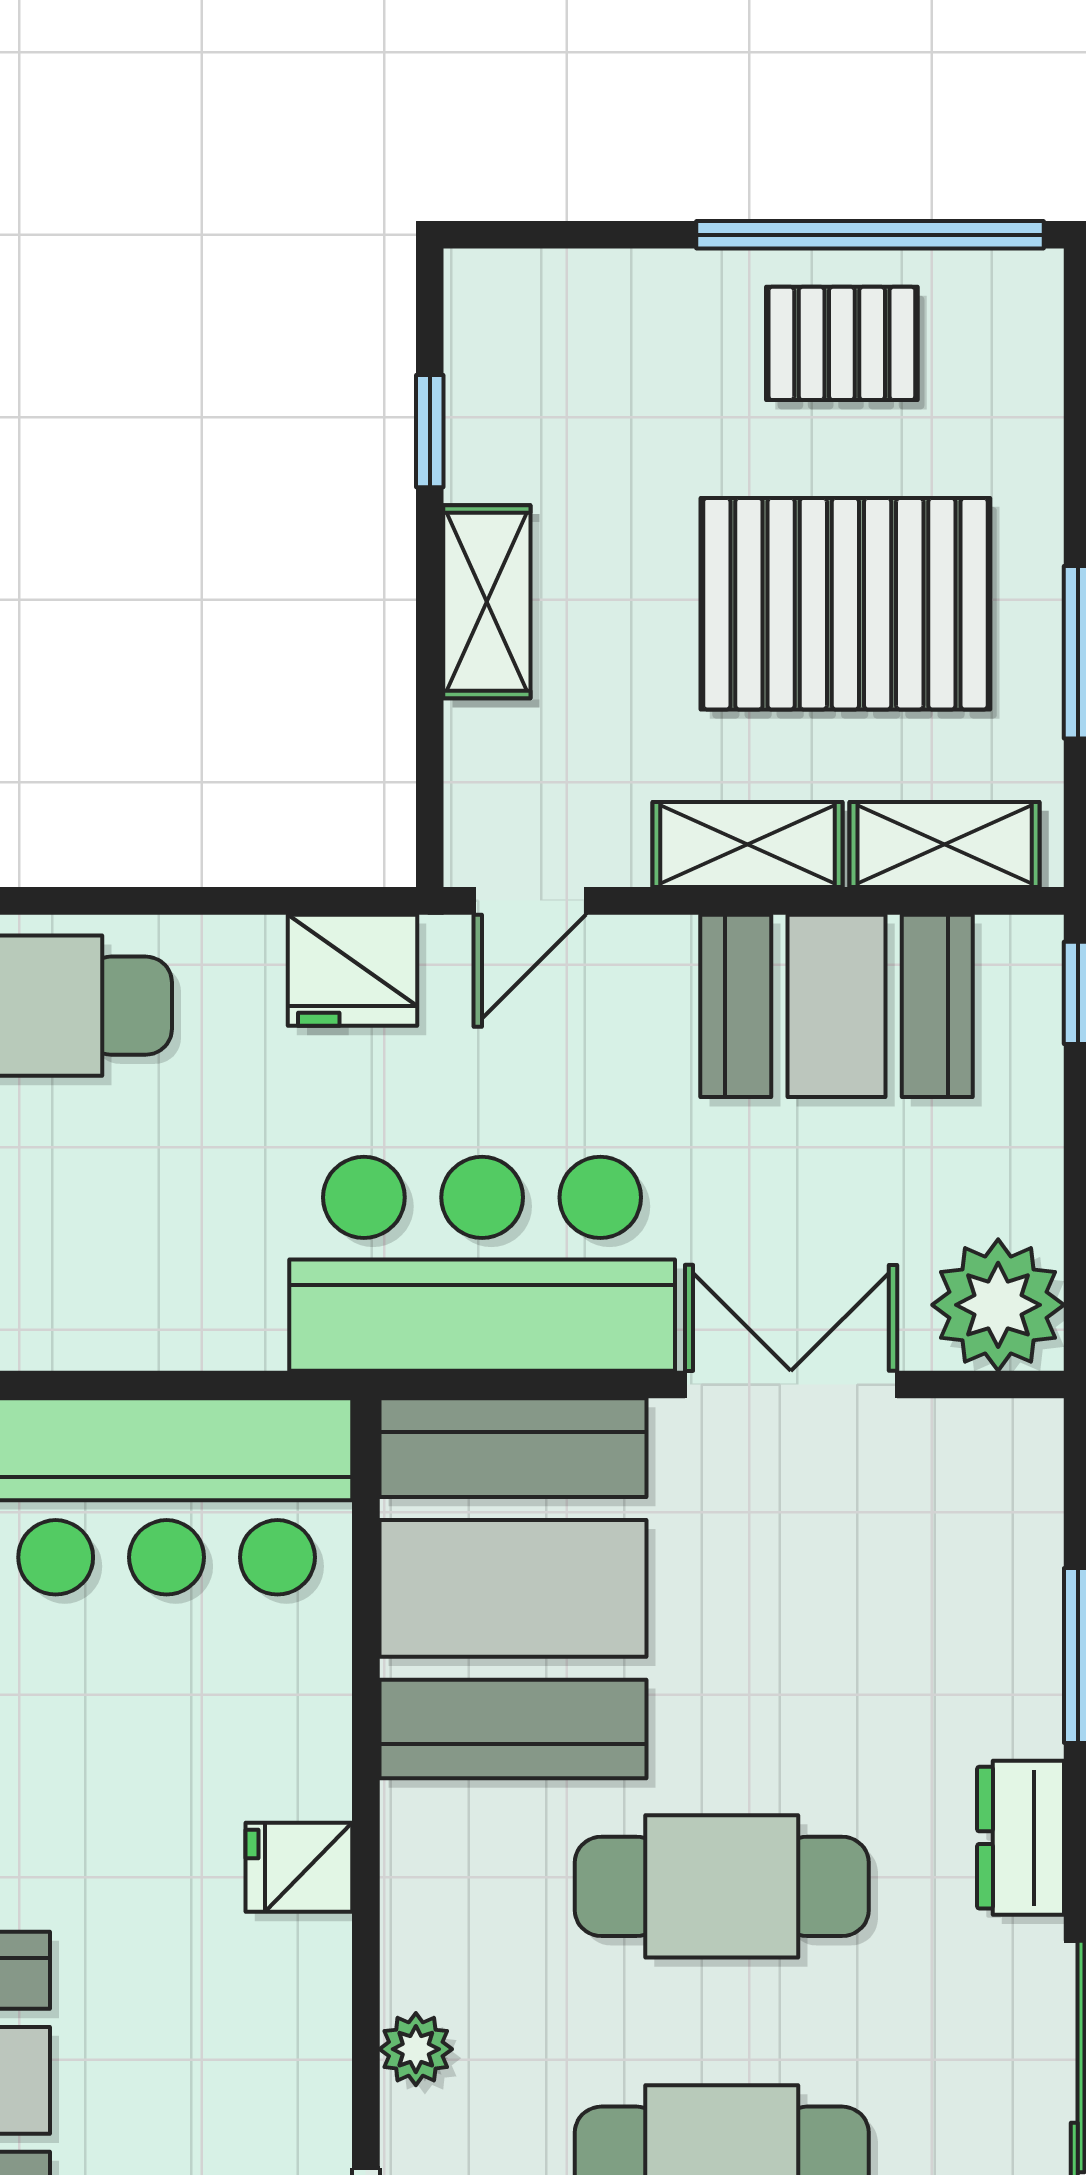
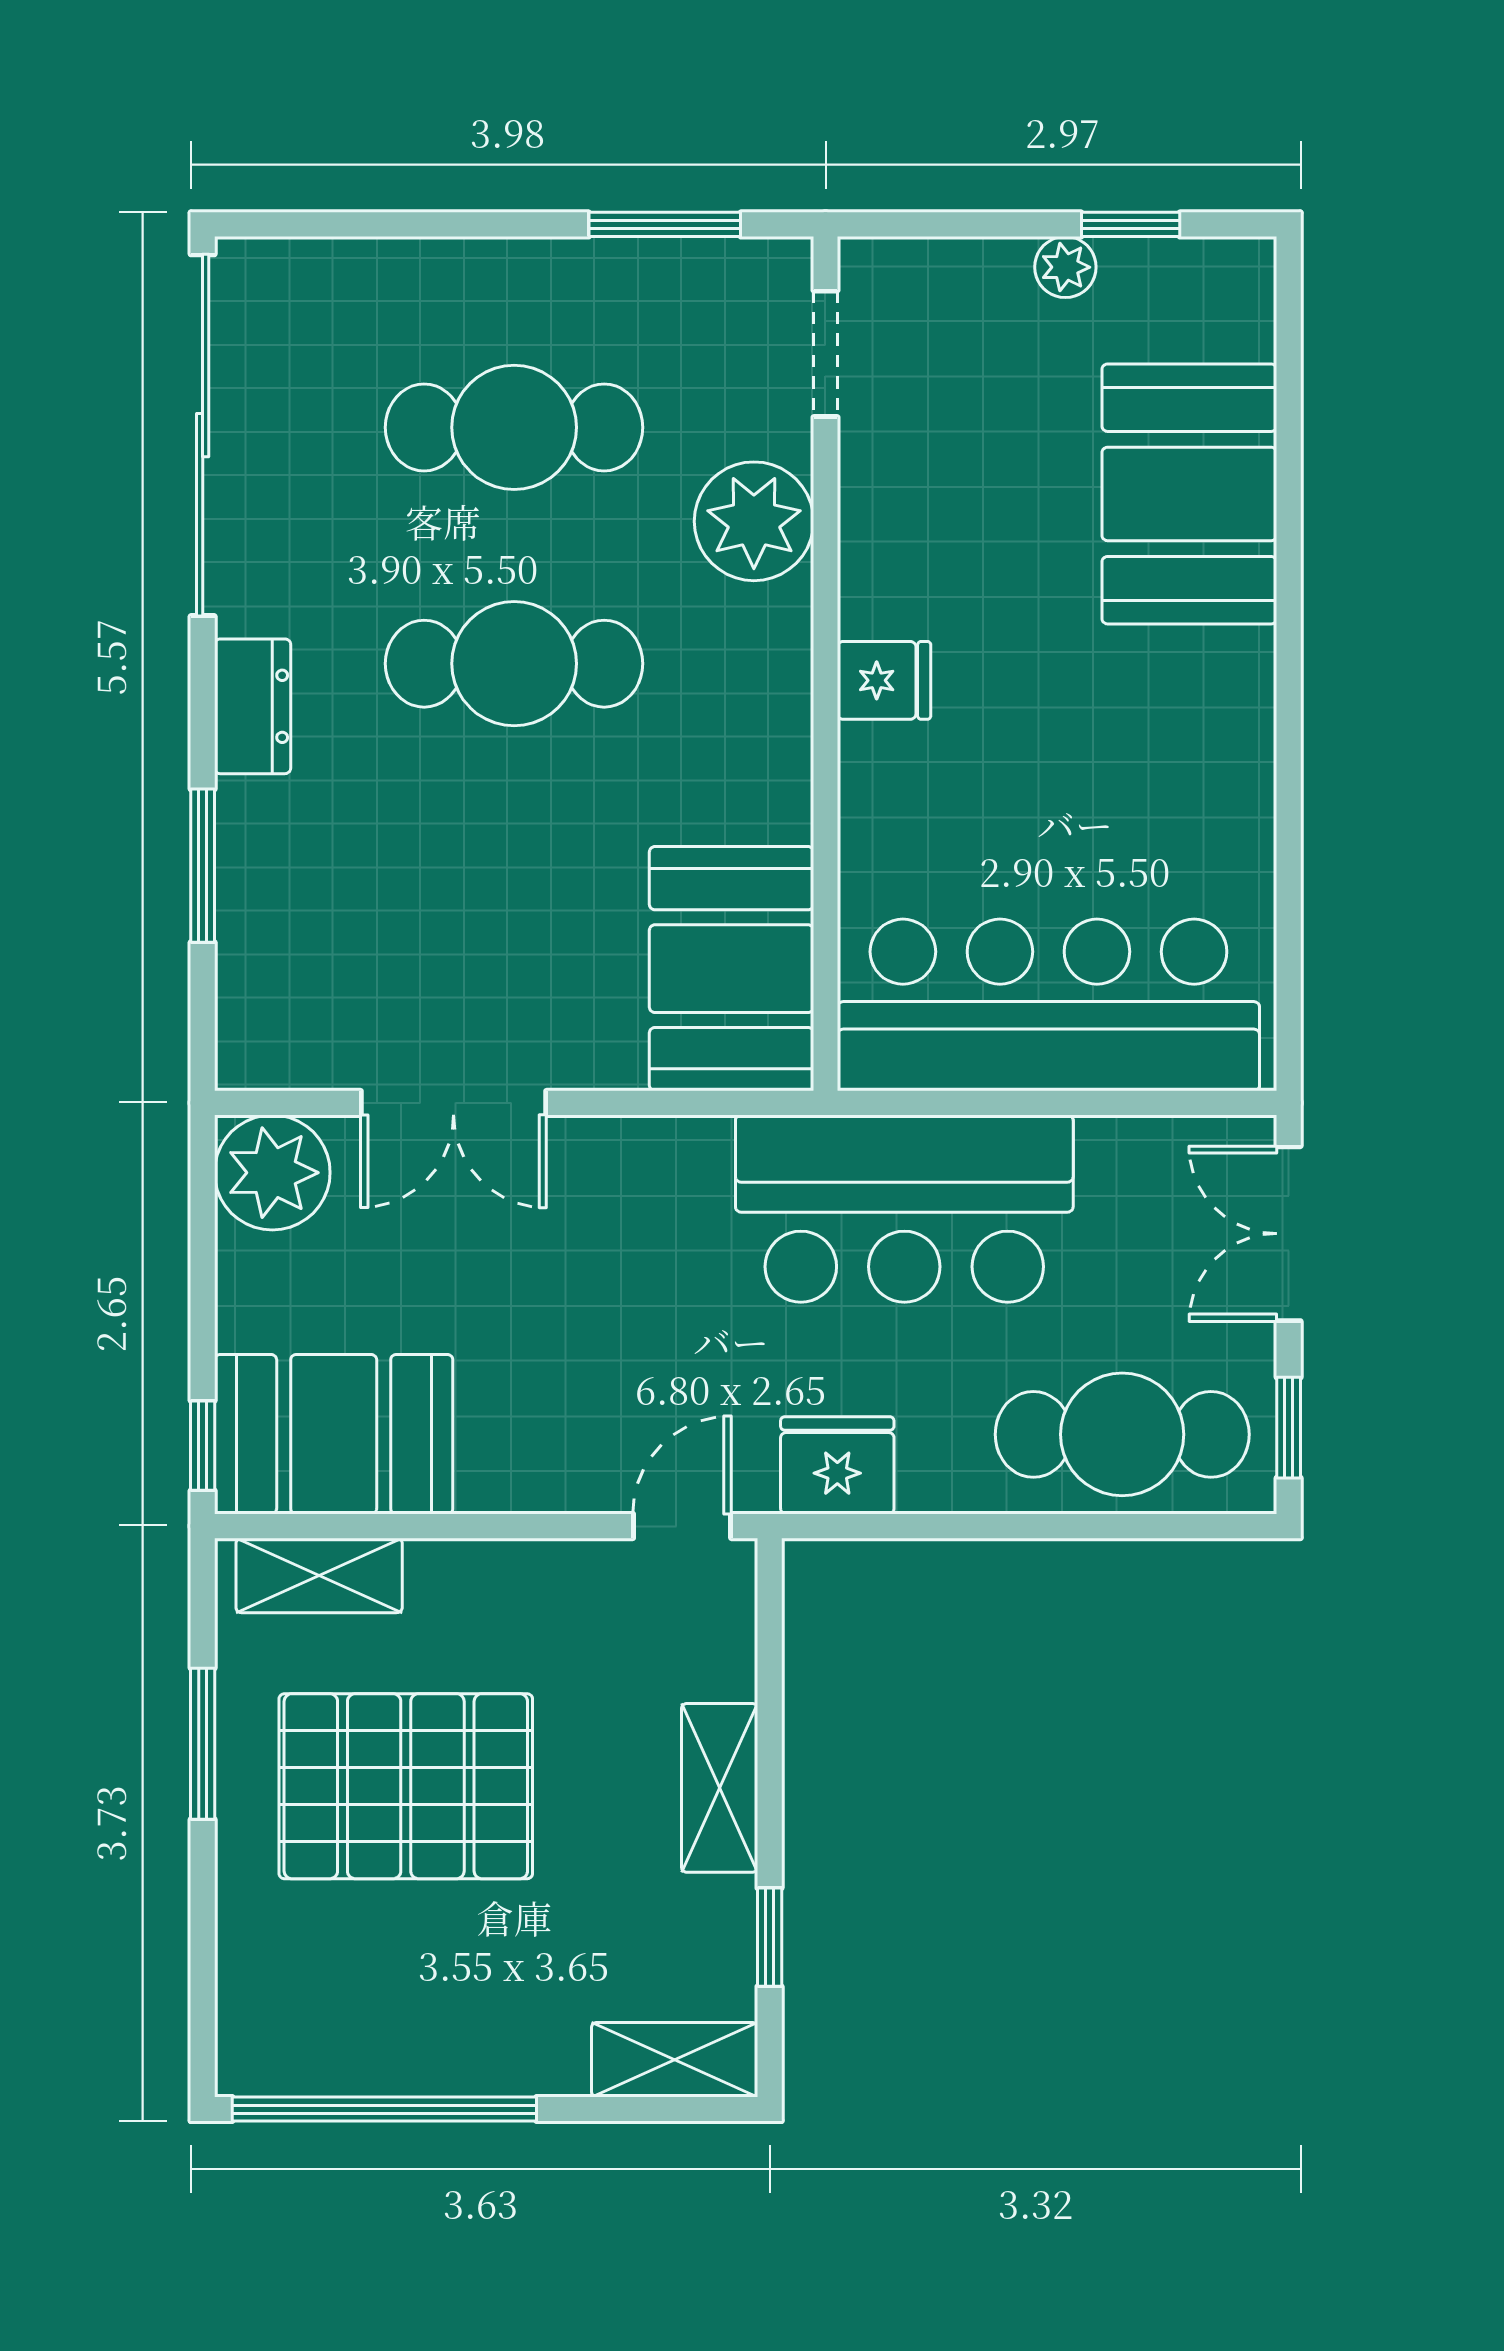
pallet: (842, 343) -> (409, 2014), removed
shelving: (748, 845) -> (675, 2060), moved
booth: (837, 1006) -> (334, 1434), moved
bar counter: (482, 1264) -> (904, 1209), moved
booth: (513, 1588) -> (731, 969), width x0.73, depth x0.70
plant: (416, 2049) -> (754, 521), width x1.88, depth x1.88

